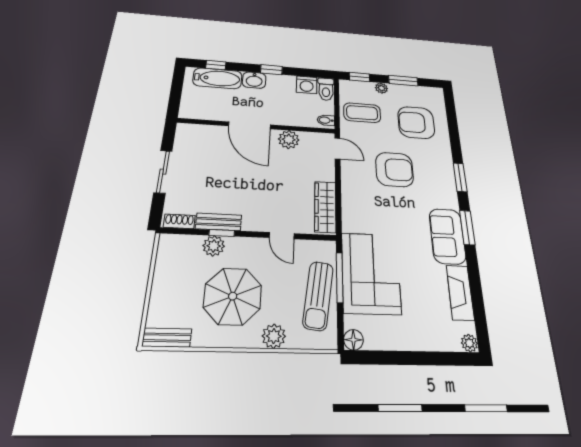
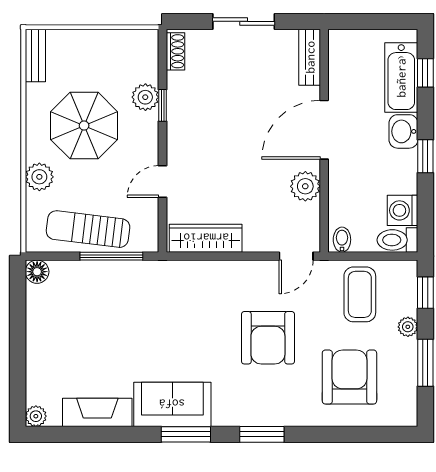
bench: (219, 222) -> (310, 57), moved
corner sofa: (371, 273) -> (118, 297), removed

